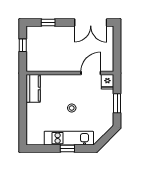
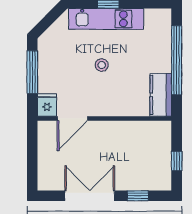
double door: (91, 23) -> (90, 196), moved
window: (117, 103) -> (32, 72), width x1.44
window: (23, 111) -> (177, 60), added

